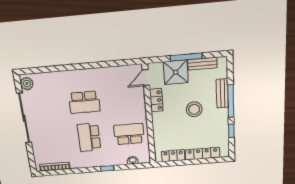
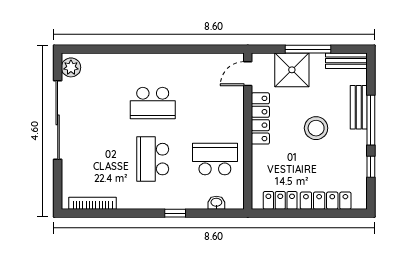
bench: (202, 64) -> (346, 61), moved
locker: (156, 100) -> (260, 118), width x1.53

